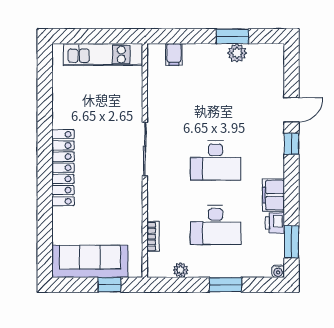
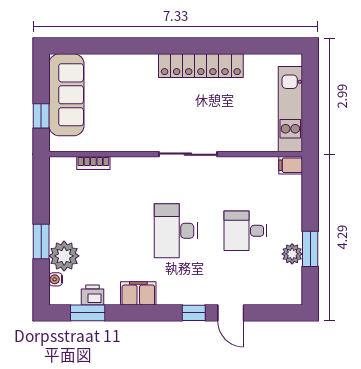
filing cabinet: (174, 54) -> (291, 165), moved
locker: (63, 168) -> (201, 66), moved
printer: (275, 223) -> (92, 295), moved
desk: (216, 225) -> (246, 231), moved, width x0.73
plant: (181, 270) -> (64, 256), moved, width x1.88, depth x1.88
water cooler: (278, 271) -> (56, 279), moved

